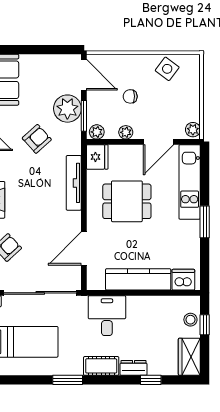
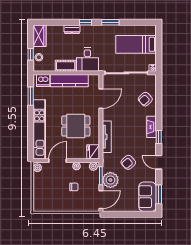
side table: (167, 69) -> (52, 203), removed
door: (84, 75) -> (101, 200), swing flipped
kitchen unit: (190, 182) -> (39, 129), width x1.36
window: (205, 222) -> (31, 96), moved
cot: (101, 366) -> (66, 66), moved
window: (151, 380) -> (86, 22), moved

